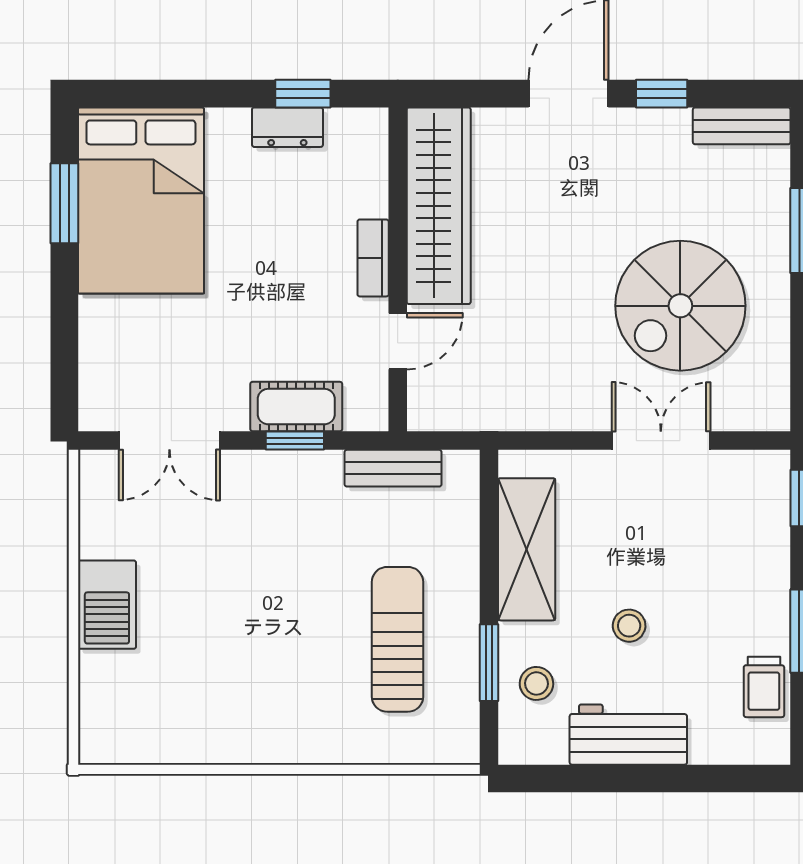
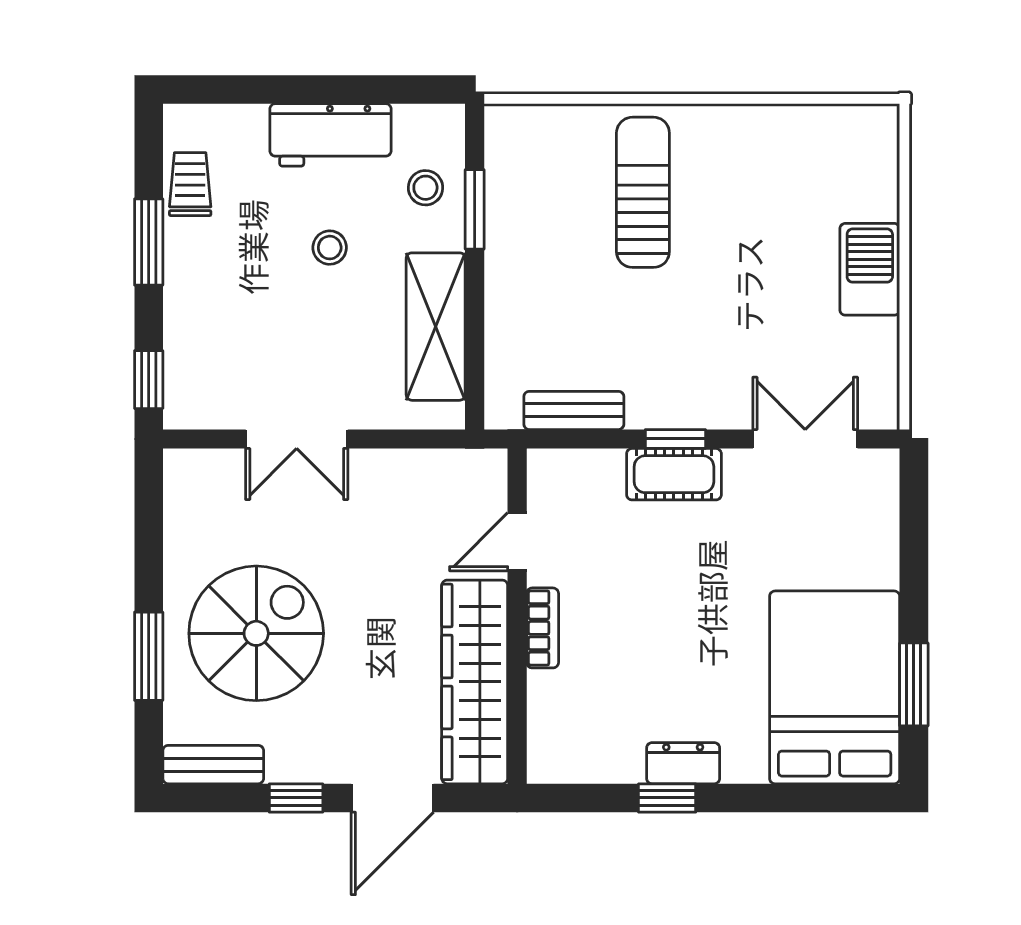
wardrobe: (439, 206) -> (475, 682), moved
bookcase: (373, 258) -> (543, 628), moved
wall: (398, 269) -> (517, 616), moved
spiral stairs: (680, 306) -> (256, 633), moved
door: (398, 341) -> (517, 542), moved
sun lounger: (398, 639) -> (643, 192), moved, turned 180

